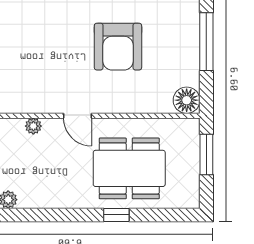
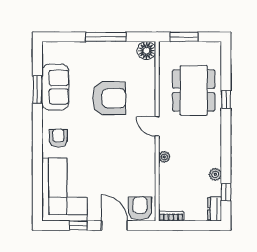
door: (77, 116) -> (157, 126), swing flipped

